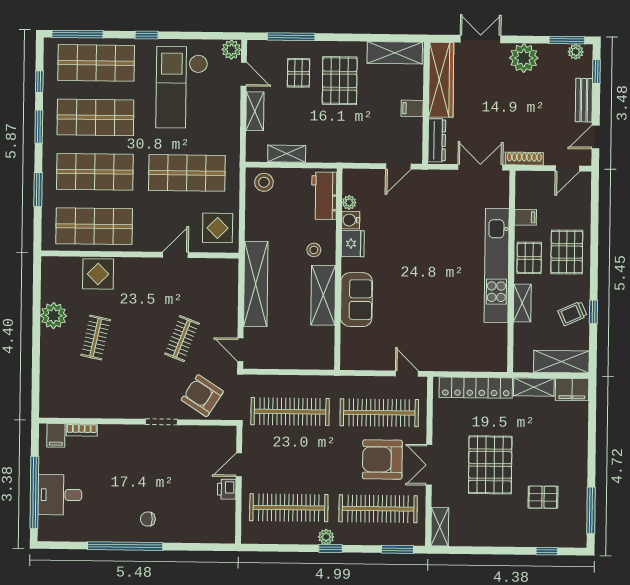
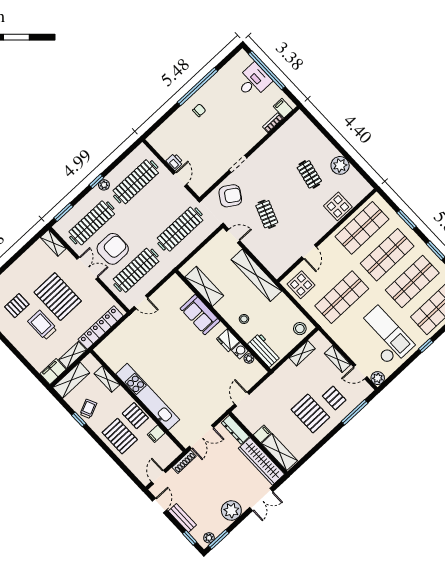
shelving: (395, 53) -> (279, 452), moved, turned 90
shelving: (323, 295) -> (204, 286), moved
shelving: (522, 303) -> (107, 379), moved
trolley: (536, 450) -> (42, 325), added

